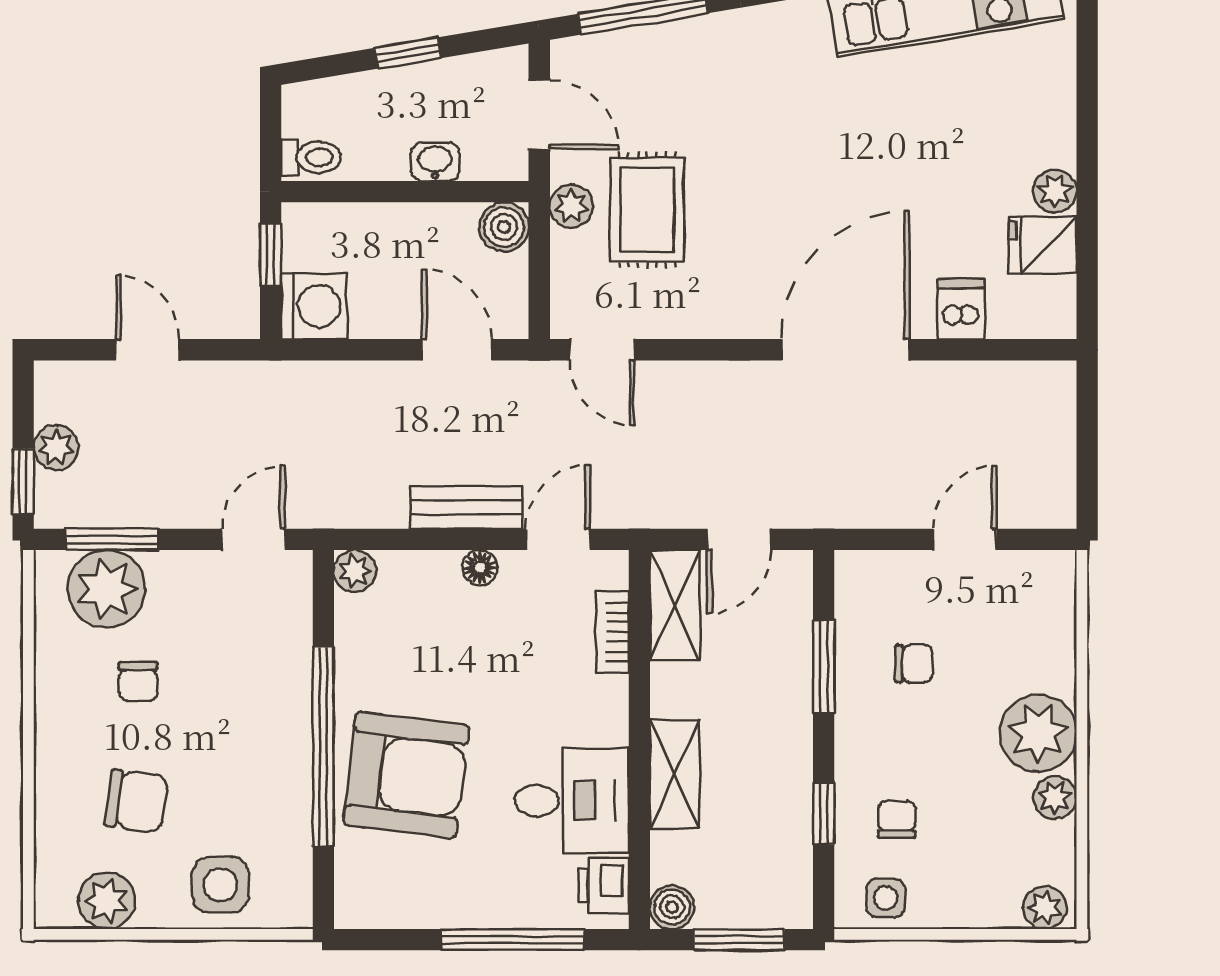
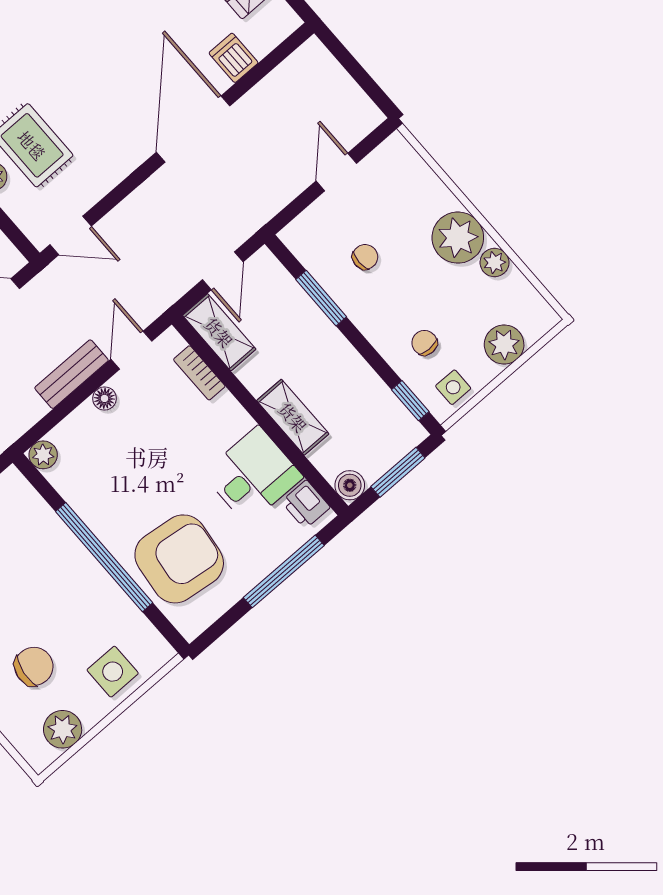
armchair: (406, 775) -> (179, 559), moved
window: (824, 813) -> (410, 401), moved
plant: (1045, 908) -> (504, 345), moved, width x1.38, depth x1.38

